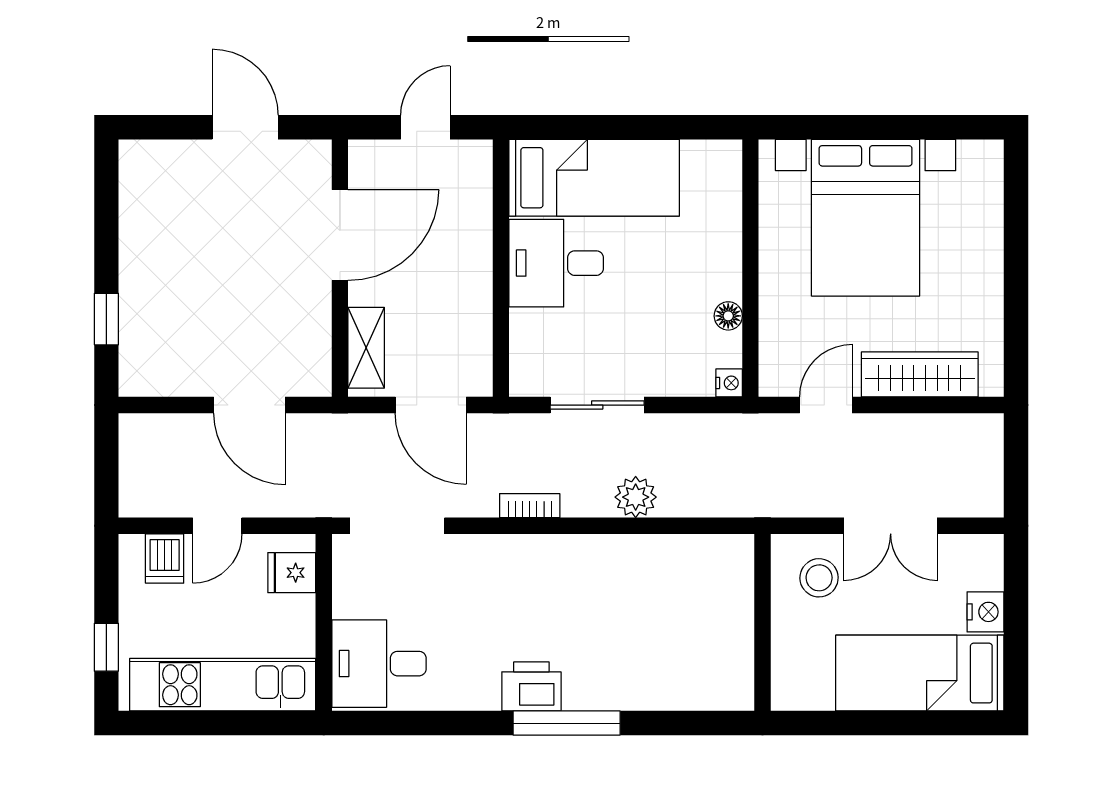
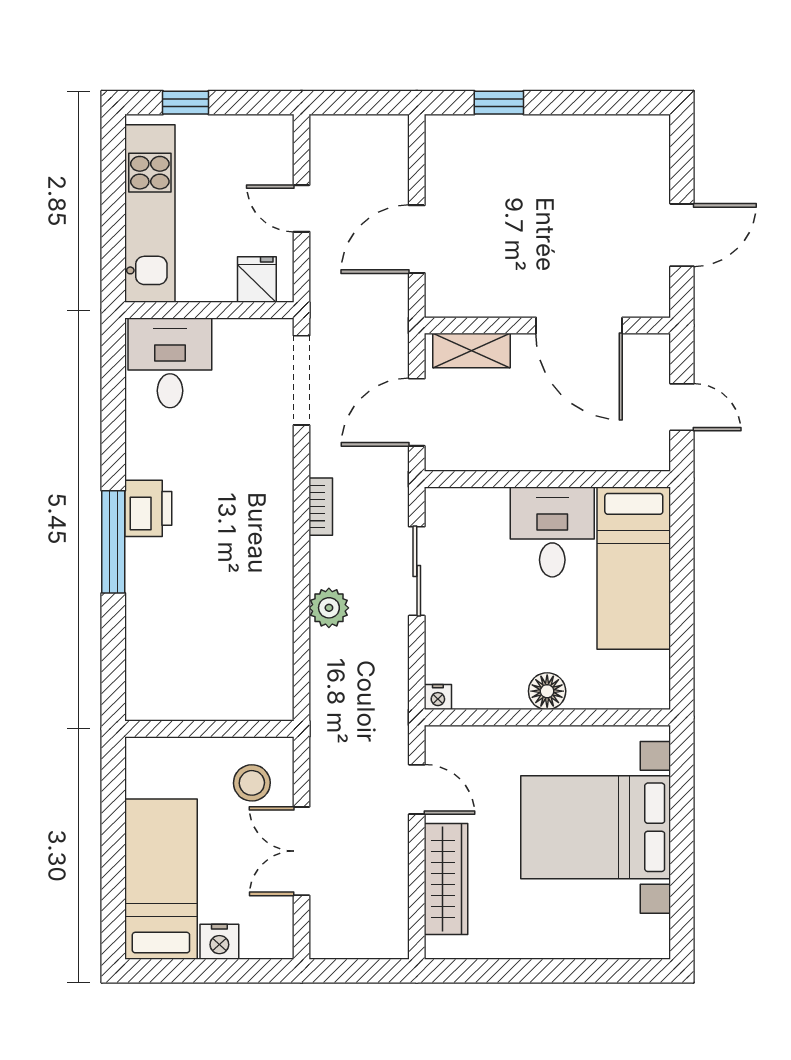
floor lamp: (728, 316) -> (547, 691), moved, width x1.37, depth x1.37
dishwasher: (165, 559) -> (270, 158), removed

